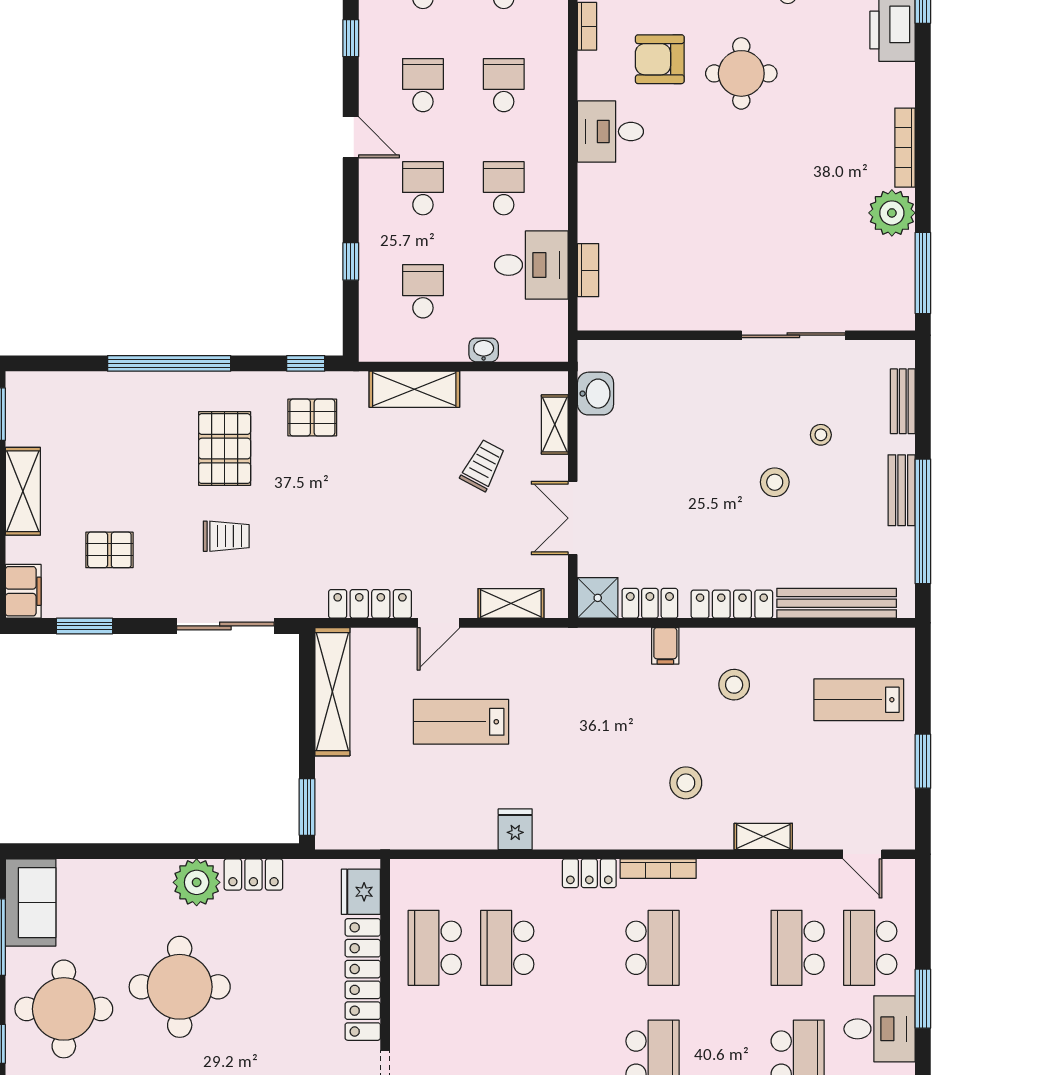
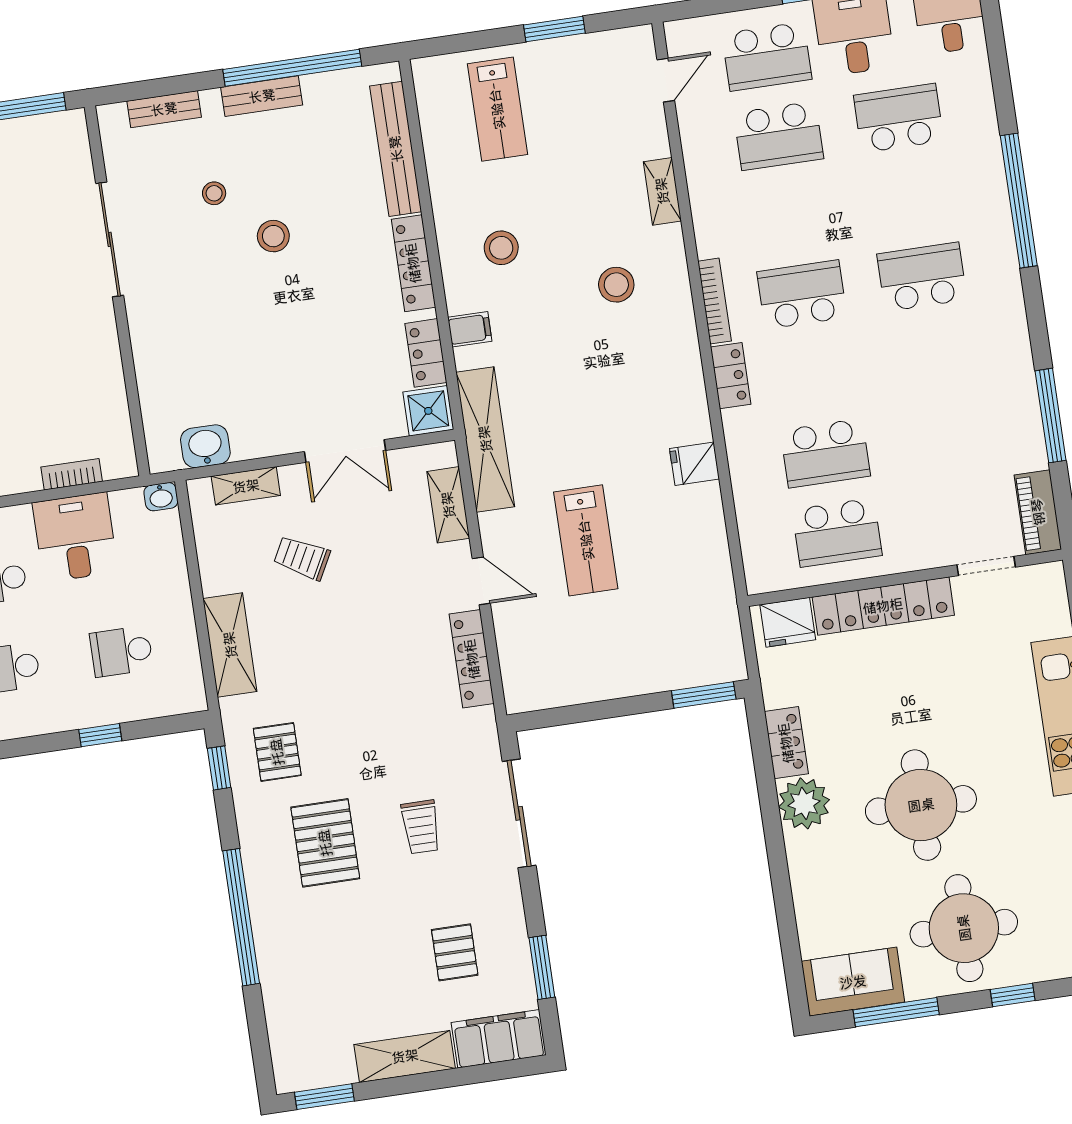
washbasin: (484, 350) -> (161, 497), moved, turned -90
pallet: (225, 449) -> (325, 843), turned 90
trolley: (226, 536) -> (421, 827), turned 180
filing cabinet: (23, 591) -> (499, 1039), width x1.50, depth x1.17
shelving: (332, 692) -> (485, 439), moved, turned 90

